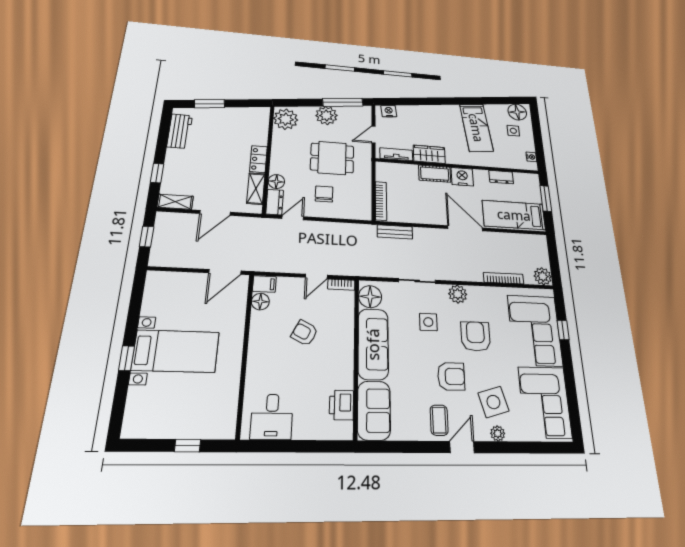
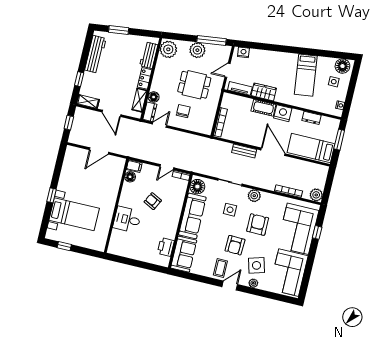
workbench: (259, 129) -> (149, 55), added
workbench: (180, 131) -> (95, 54), width x1.38
door: (215, 213) -> (111, 113), hinge flipped
bench: (395, 232) -> (244, 151), moved
door: (225, 272) -> (99, 151), moved
bed with nightstands: (176, 351) -> (74, 214), moved
armchair: (451, 376) -> (235, 245), turned 92
desk: (272, 417) -> (127, 219), moved, turned 90
window: (188, 446) -> (64, 246), moved

